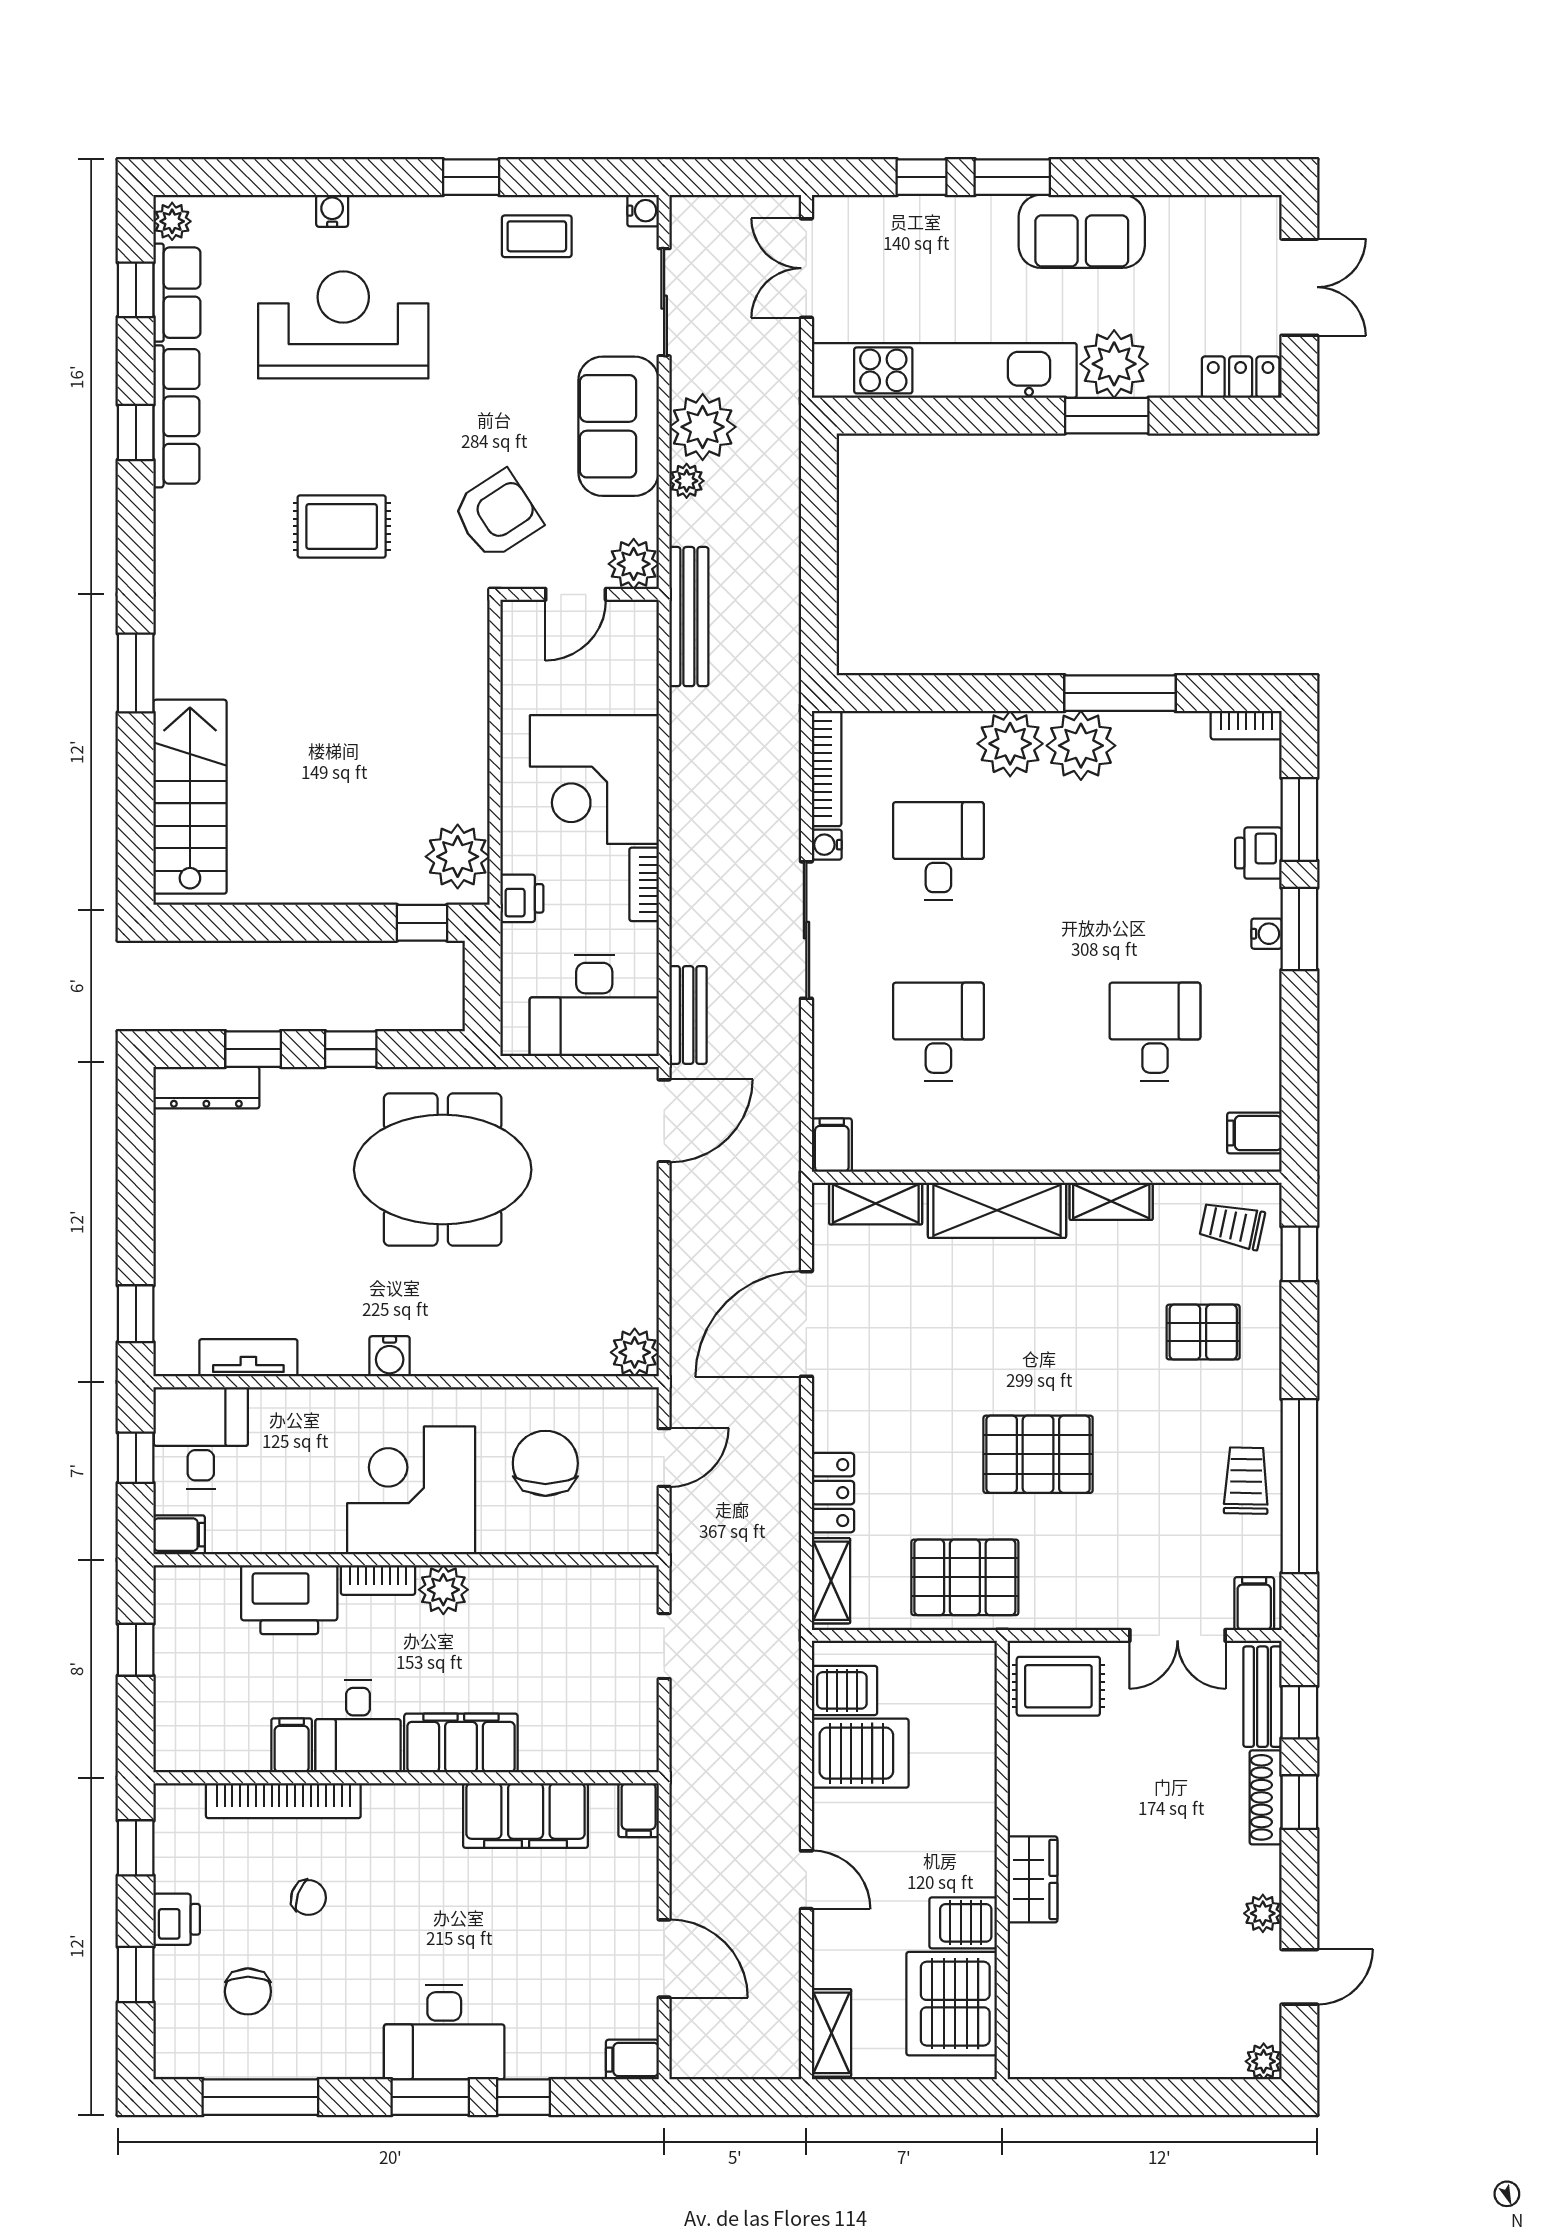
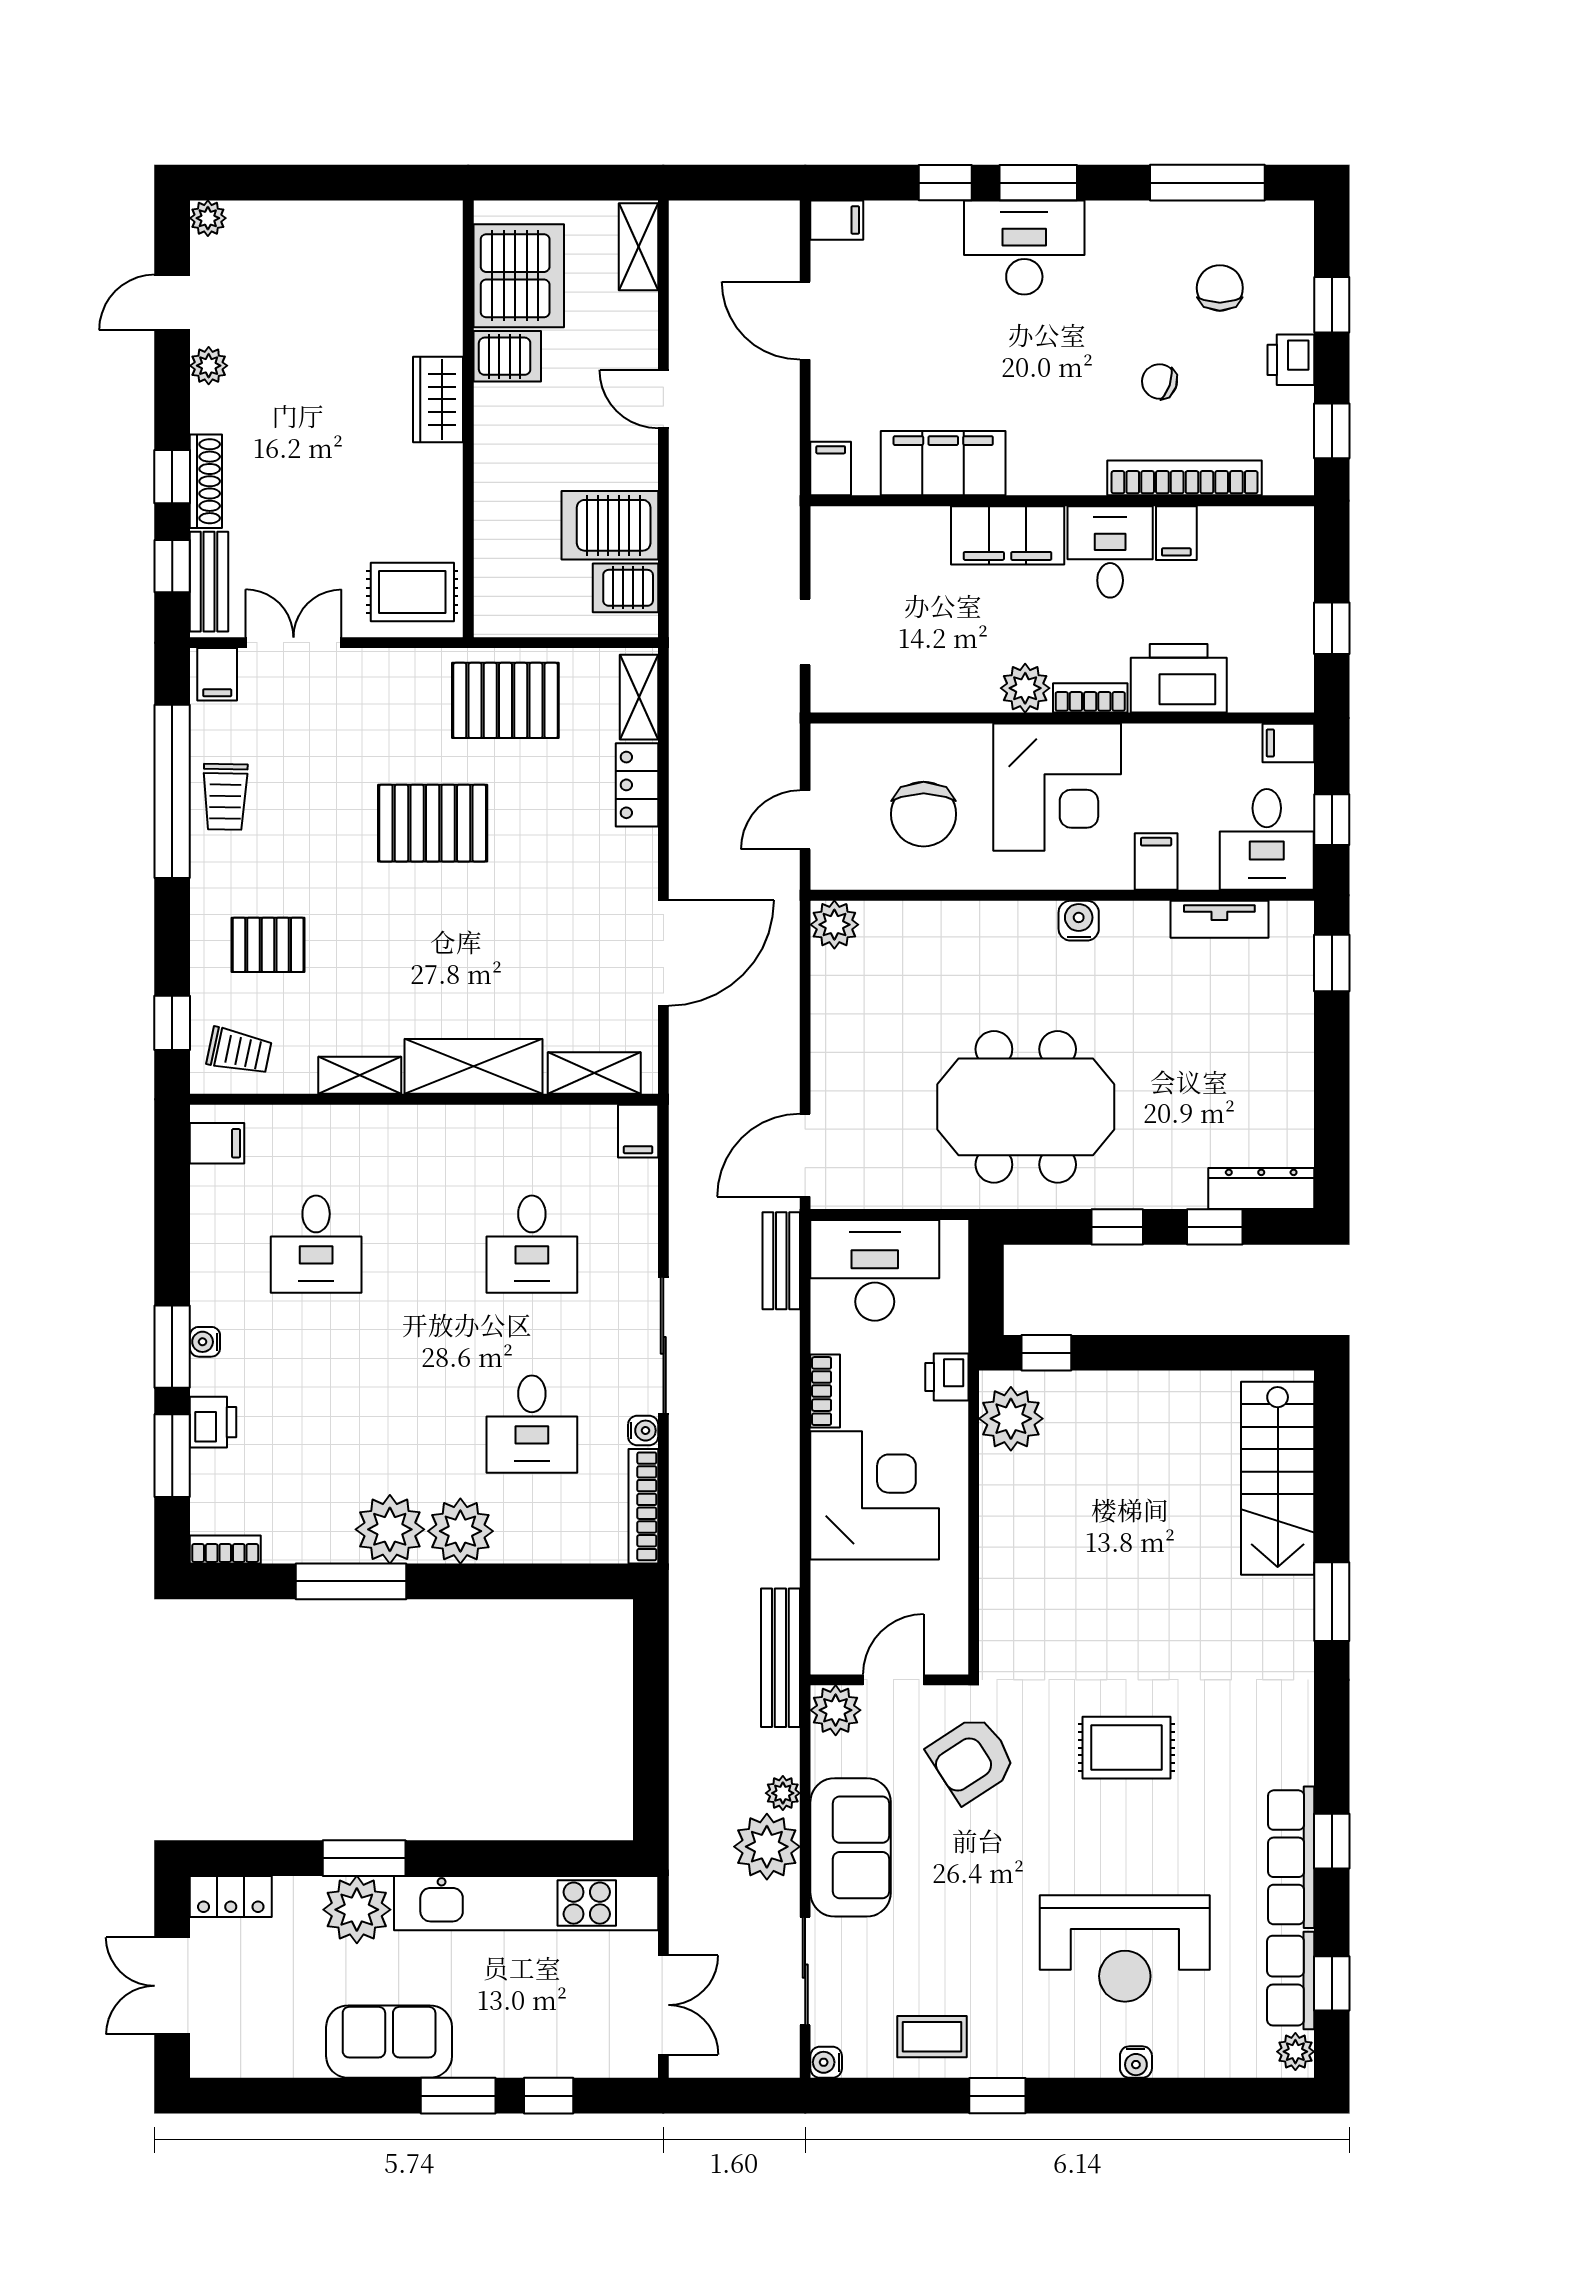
filing cabinet: (312, 1416) -> (1156, 862), added

